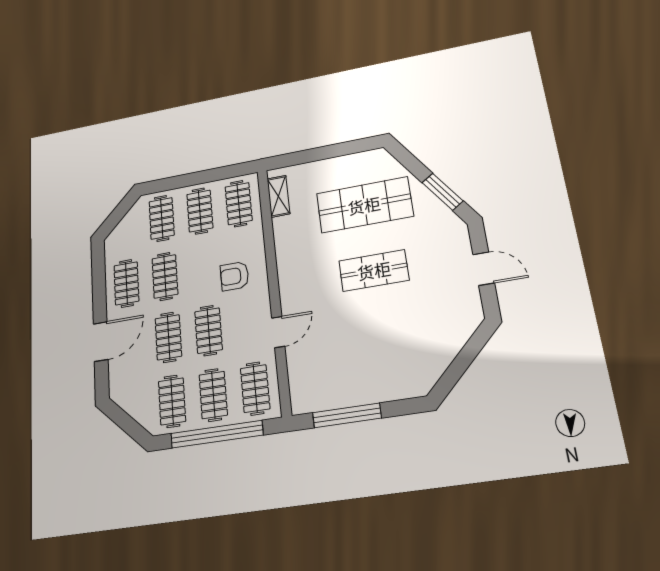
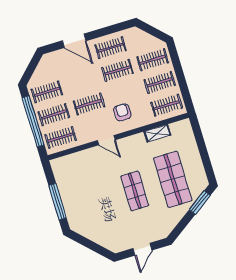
window: (442, 192) -> (200, 202), moved
shelving: (278, 196) -> (157, 133), moved
door: (278, 332) -> (106, 140), moved
clothes rail: (168, 337) -> (82, 81), removed
window: (347, 415) -> (58, 202), moved

